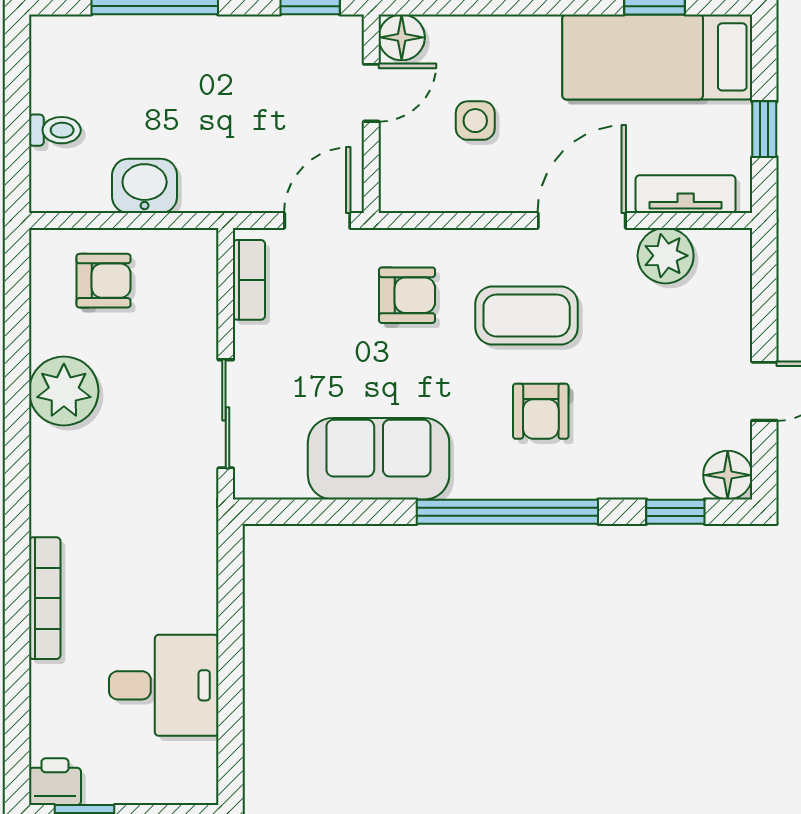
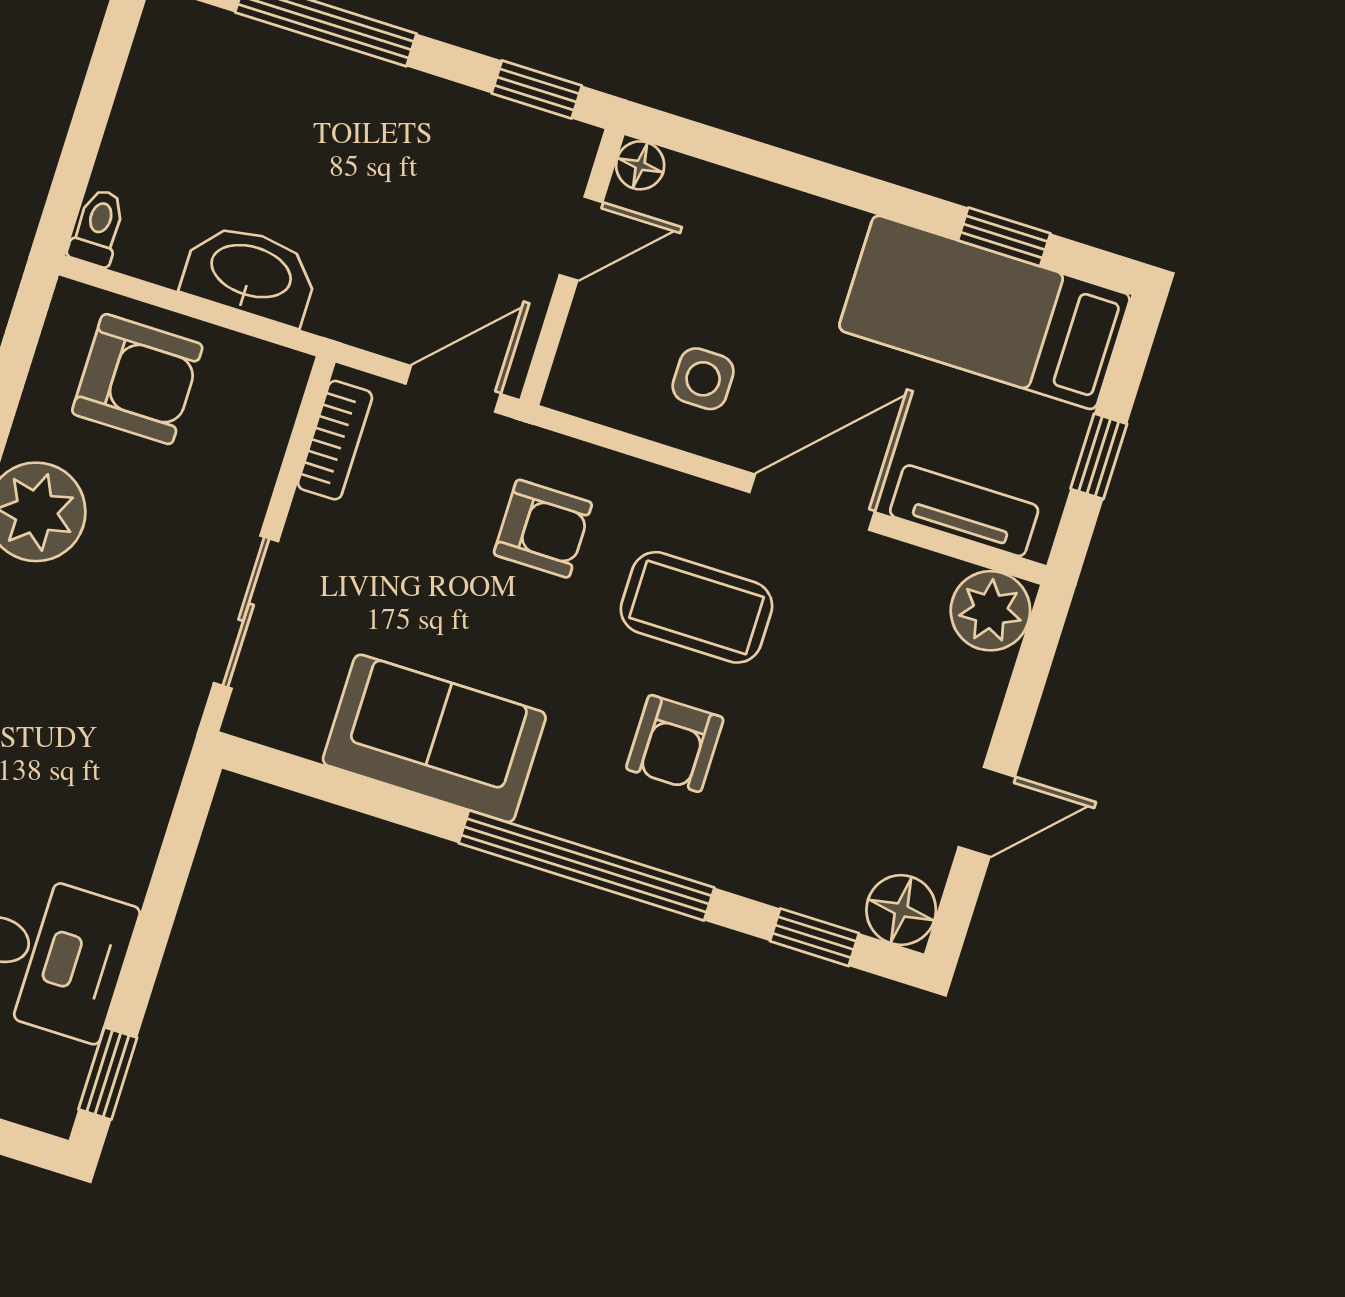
floor lamp: (402, 37) -> (640, 165), width x0.73, depth x0.73
side table: (475, 121) -> (703, 379), moved
toilet: (55, 130) -> (98, 228), moved, turned -90
washbasin: (145, 186) -> (250, 273), width x1.38
plant: (666, 256) -> (990, 611), moved
armchair: (103, 281) -> (137, 379), width x1.38, depth x1.38
window: (231, 752) -> (108, 1073), added

